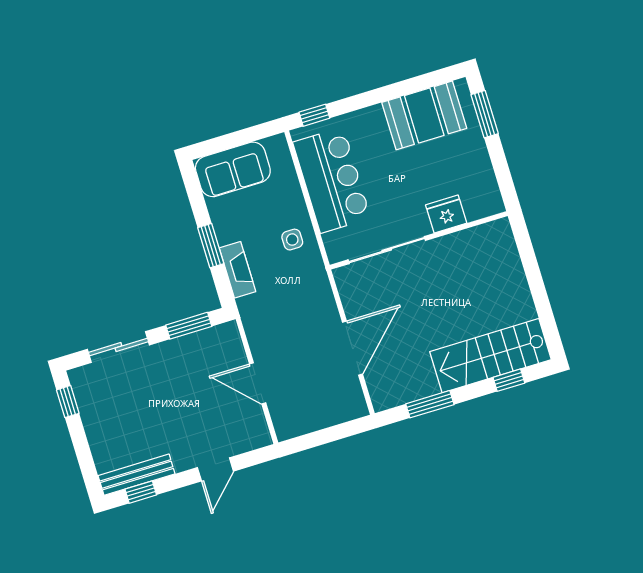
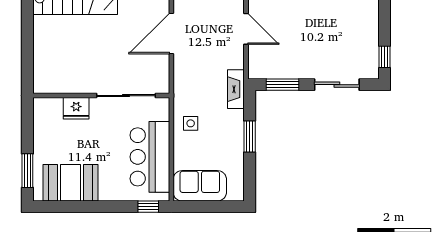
sofa: (233, 169) -> (200, 186), moved
fireplace: (237, 270) -> (236, 89), moved

